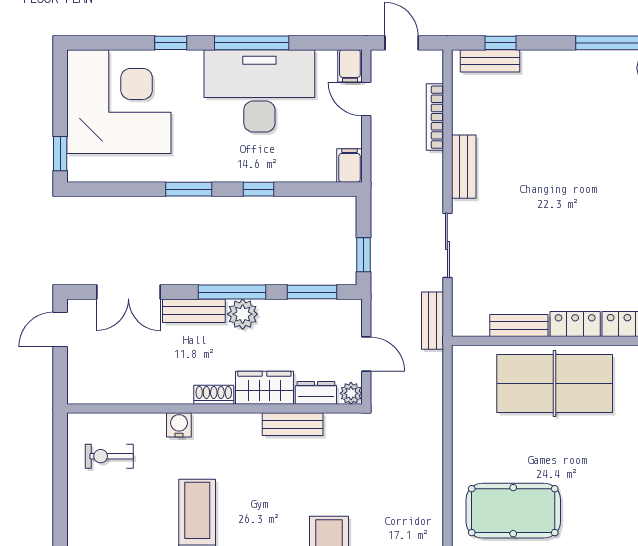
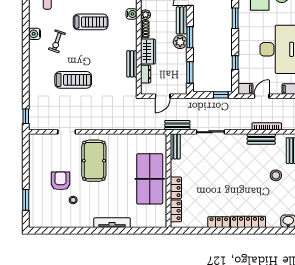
stool: (547, 96) -> (276, 175), added
door: (366, 99) -> (262, 96), moved
bench: (464, 167) -> (261, 139), moved
window: (258, 189) -> (235, 63), moved
window: (364, 255) -> (221, 95), moved
window: (232, 292) -> (190, 37), width x0.69
bench: (519, 326) -> (175, 146), moved
plant: (351, 393) -> (145, 15), moved

